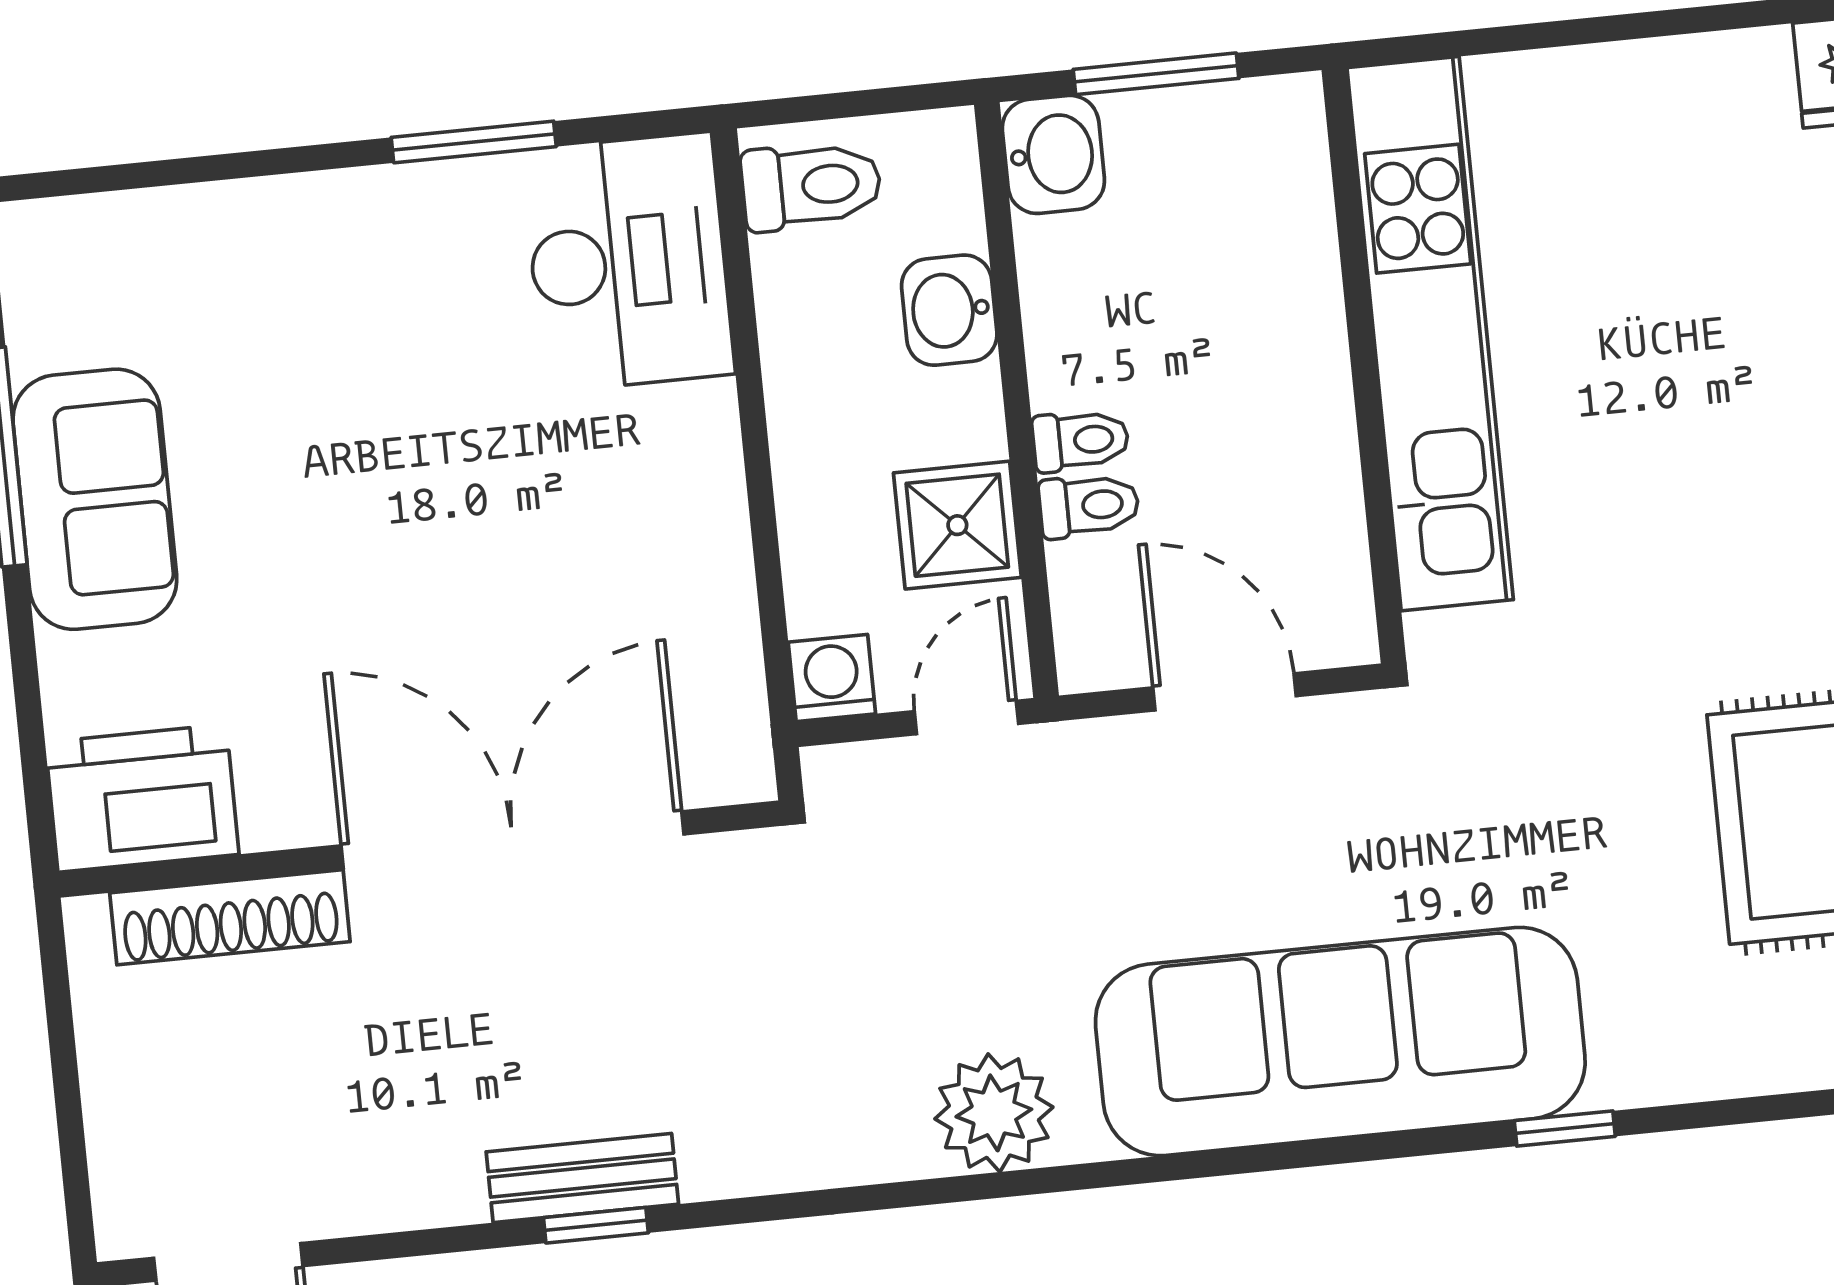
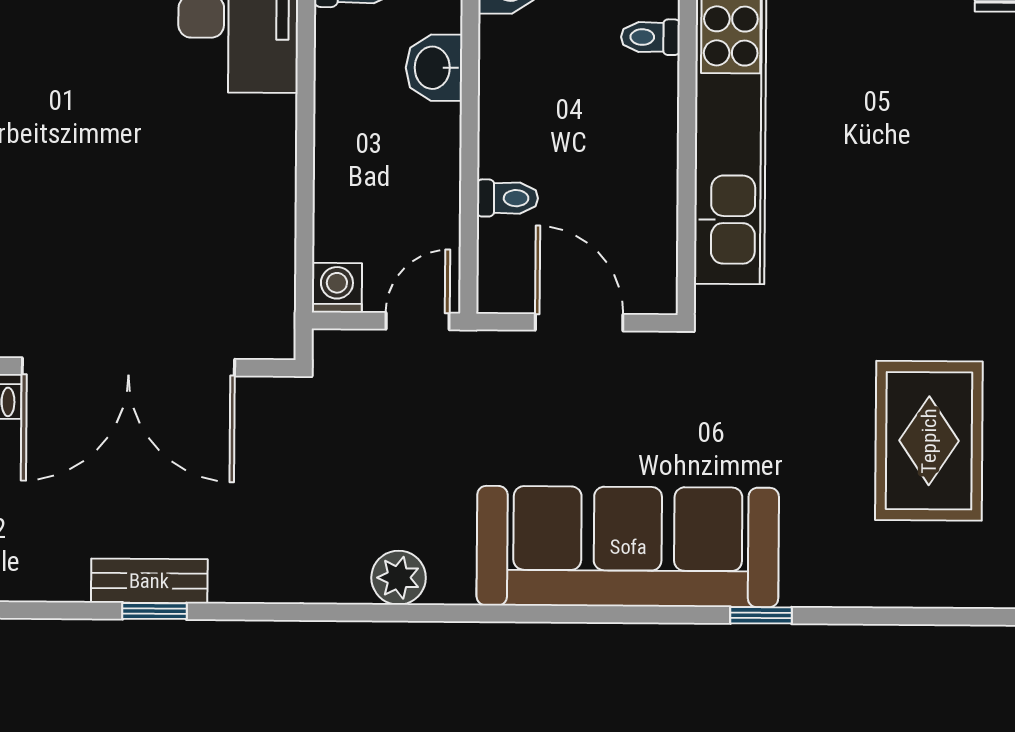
toilet: (1081, 440) -> (650, 37), moved, turned 180
shower: (957, 525) -> (425, 201), removed
double door: (512, 840) -> (128, 367), swing flipped
plant: (994, 1113) -> (399, 578), width x0.73, depth x0.73

